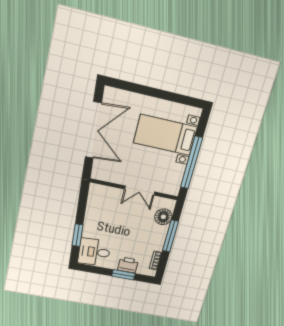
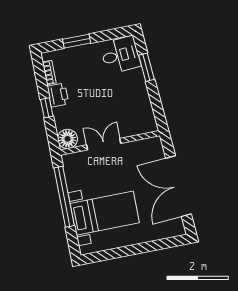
floor lamp: (163, 217) -> (68, 139), moved
window: (170, 236) -> (47, 108), width x0.46
printer: (128, 265) -> (58, 95), moved, turned -90

